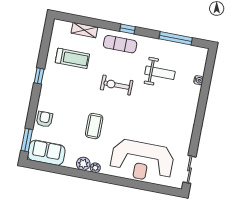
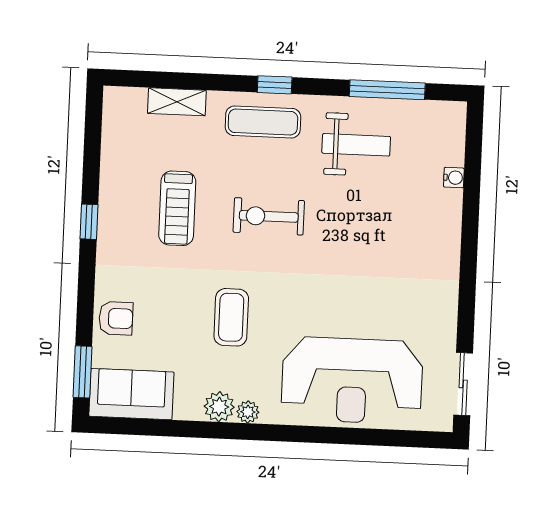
treadmill: (72, 58) -> (177, 208), moved, turned 90
weight bench: (160, 73) -> (356, 145), moved
armchair: (45, 119) -> (116, 318), turned 90

